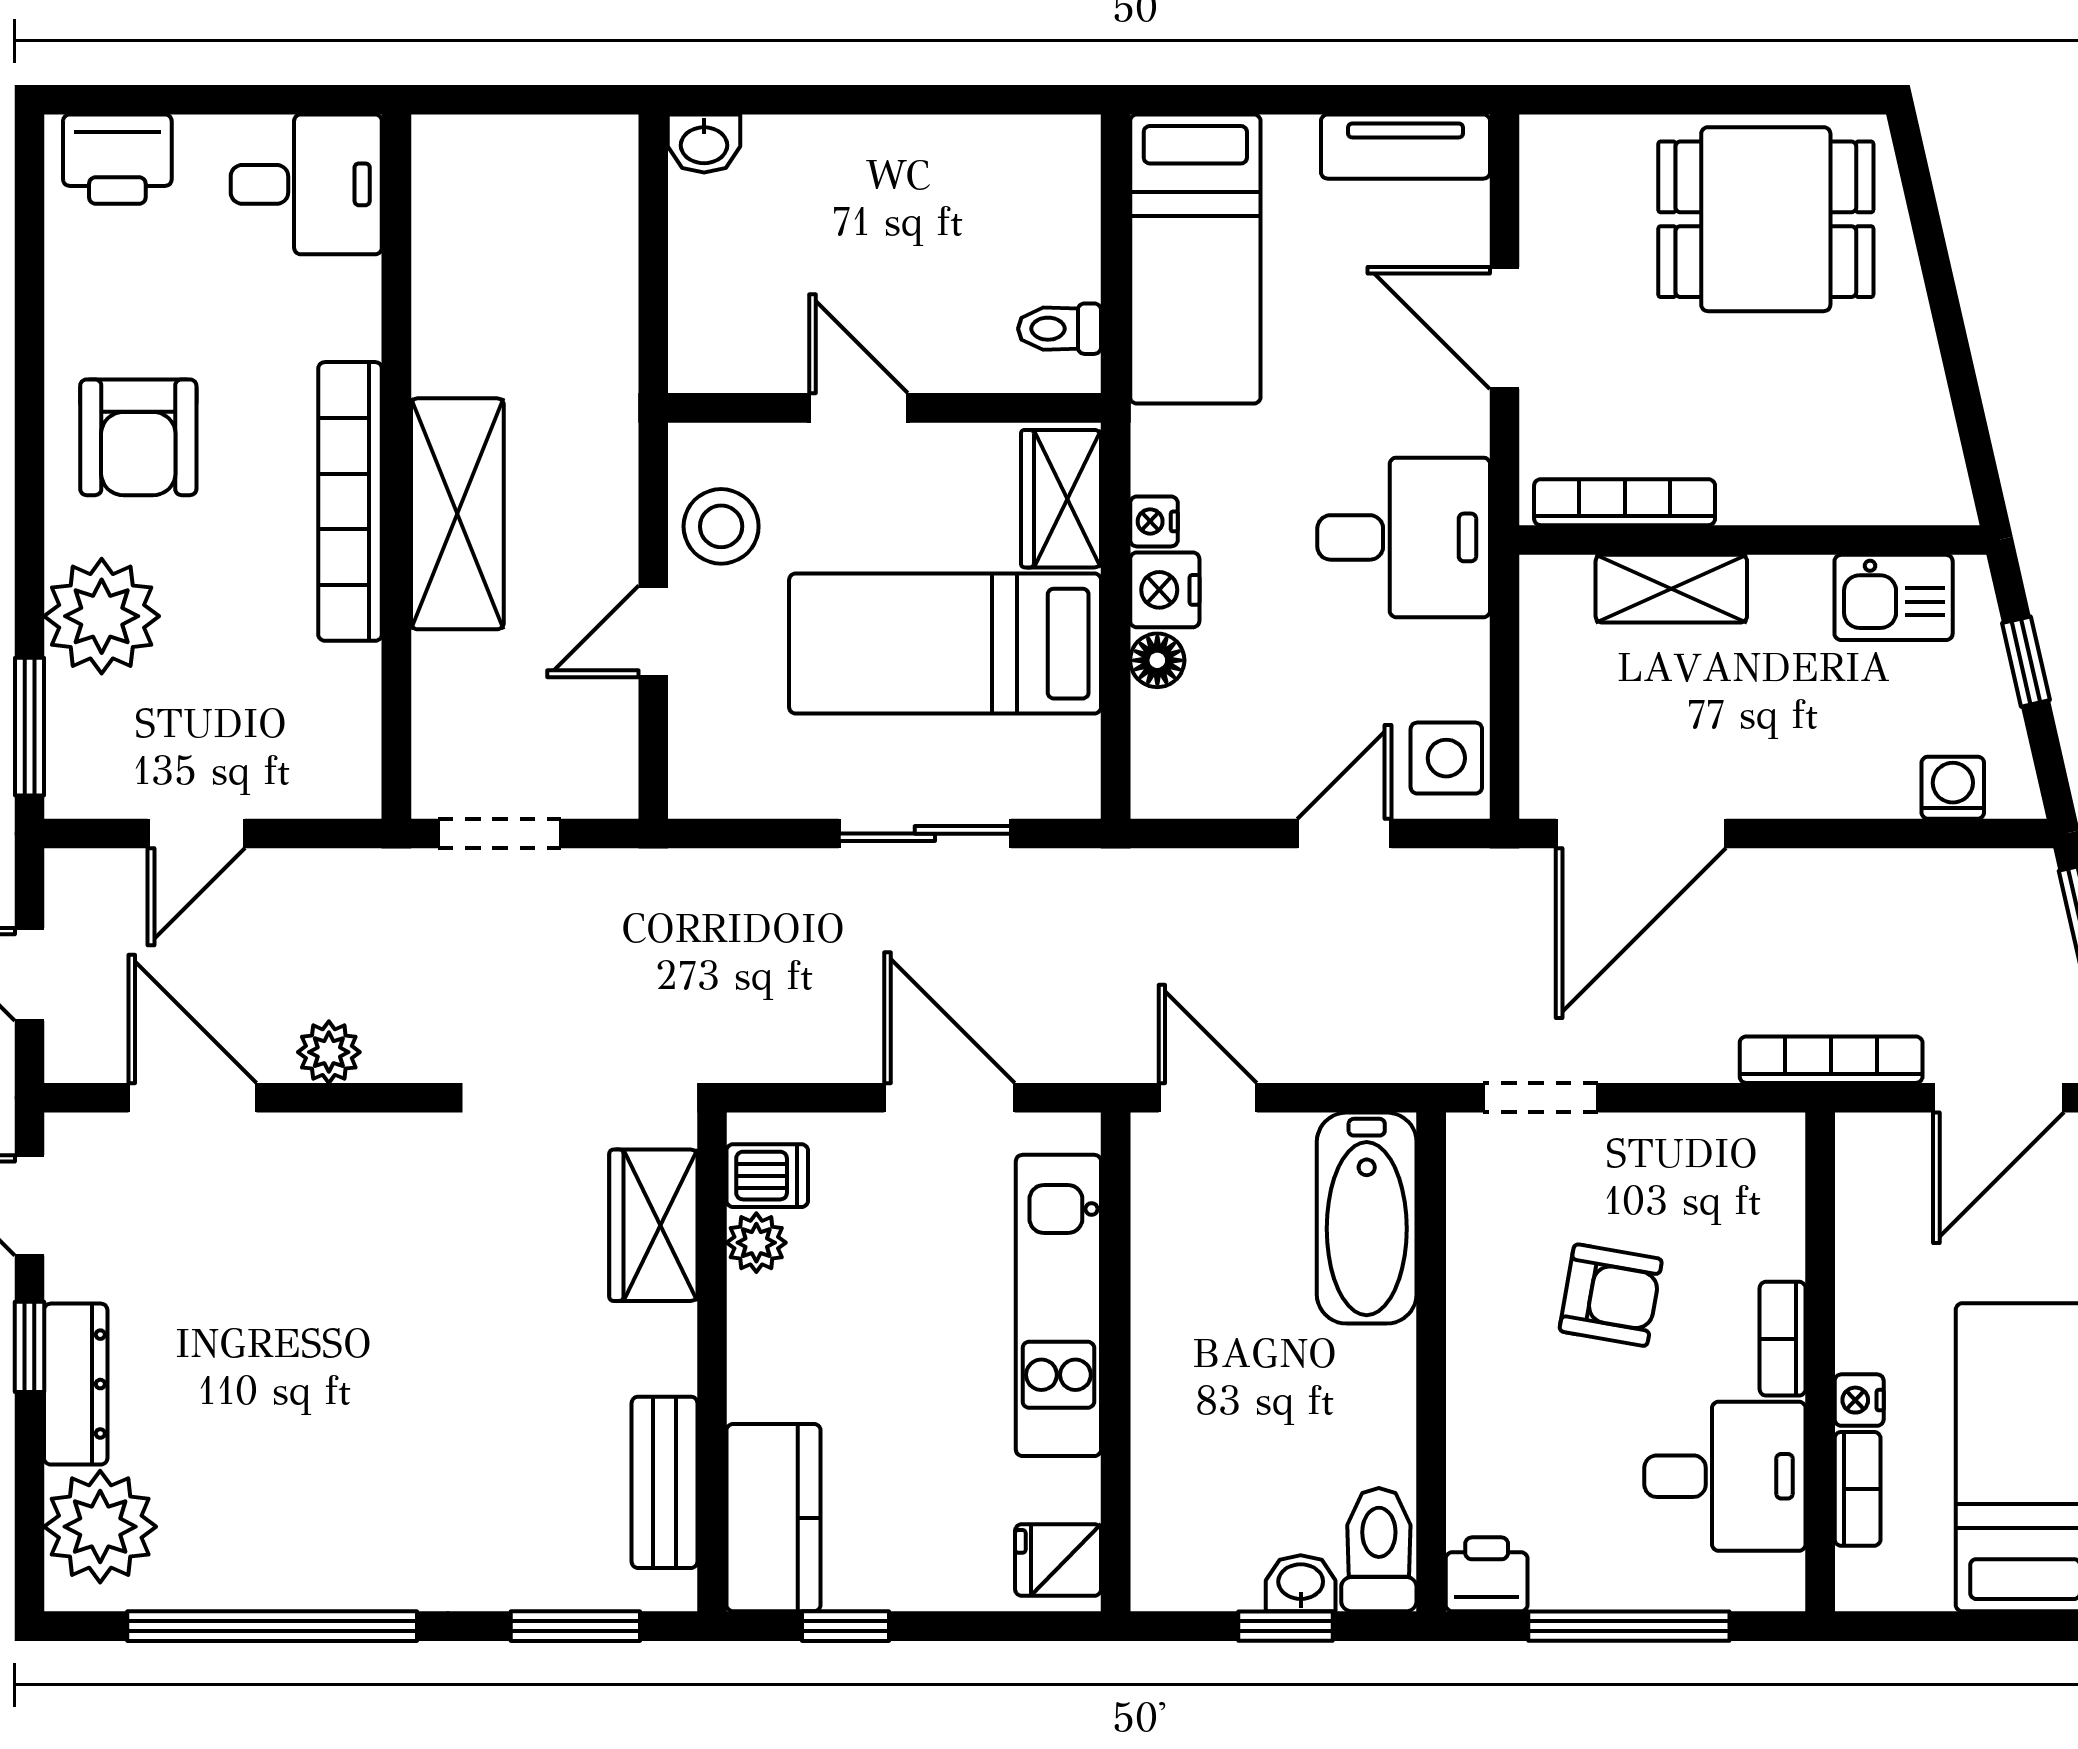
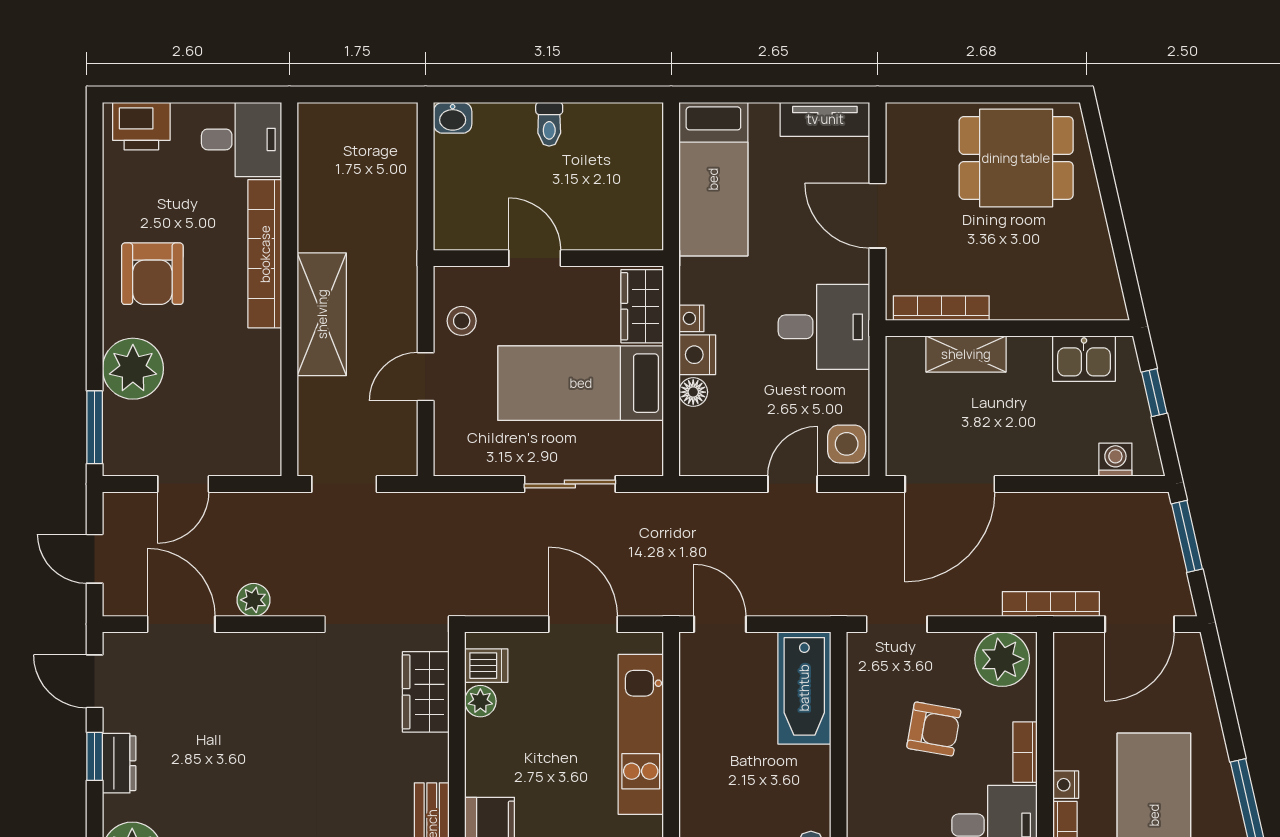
toilet: (1060, 329) -> (549, 124), moved, turned -90
bookcase: (350, 501) -> (265, 254), moved
stool: (721, 526) -> (462, 321), width x0.73, depth x0.73
plant: (1739, 1164) -> (1002, 659), added
dresser: (76, 1384) -> (119, 763), width x0.70

